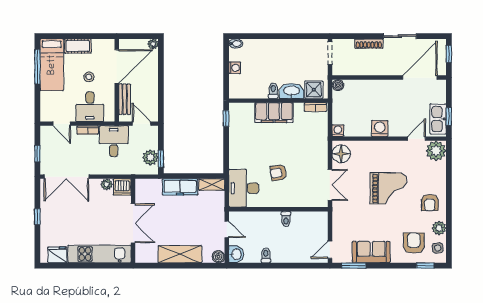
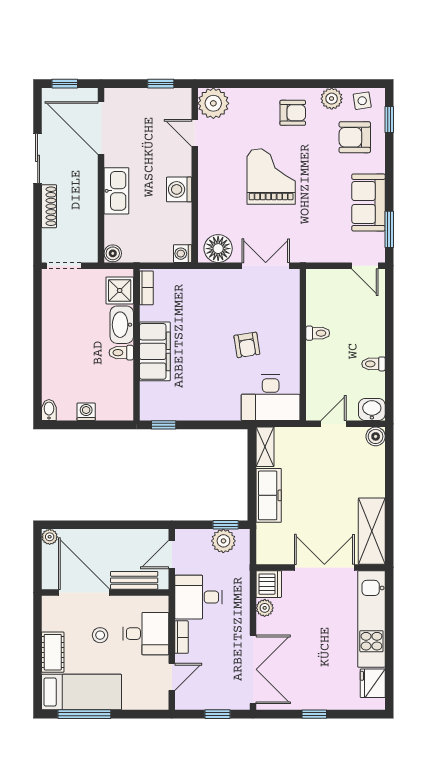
kitchen sink: (438, 119) -> (116, 191), moved, turned -90
shelving: (180, 254) -> (372, 531), moved

